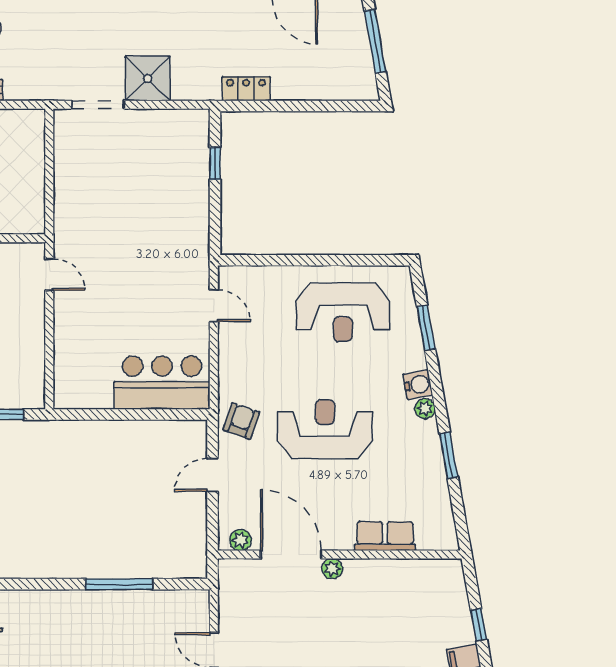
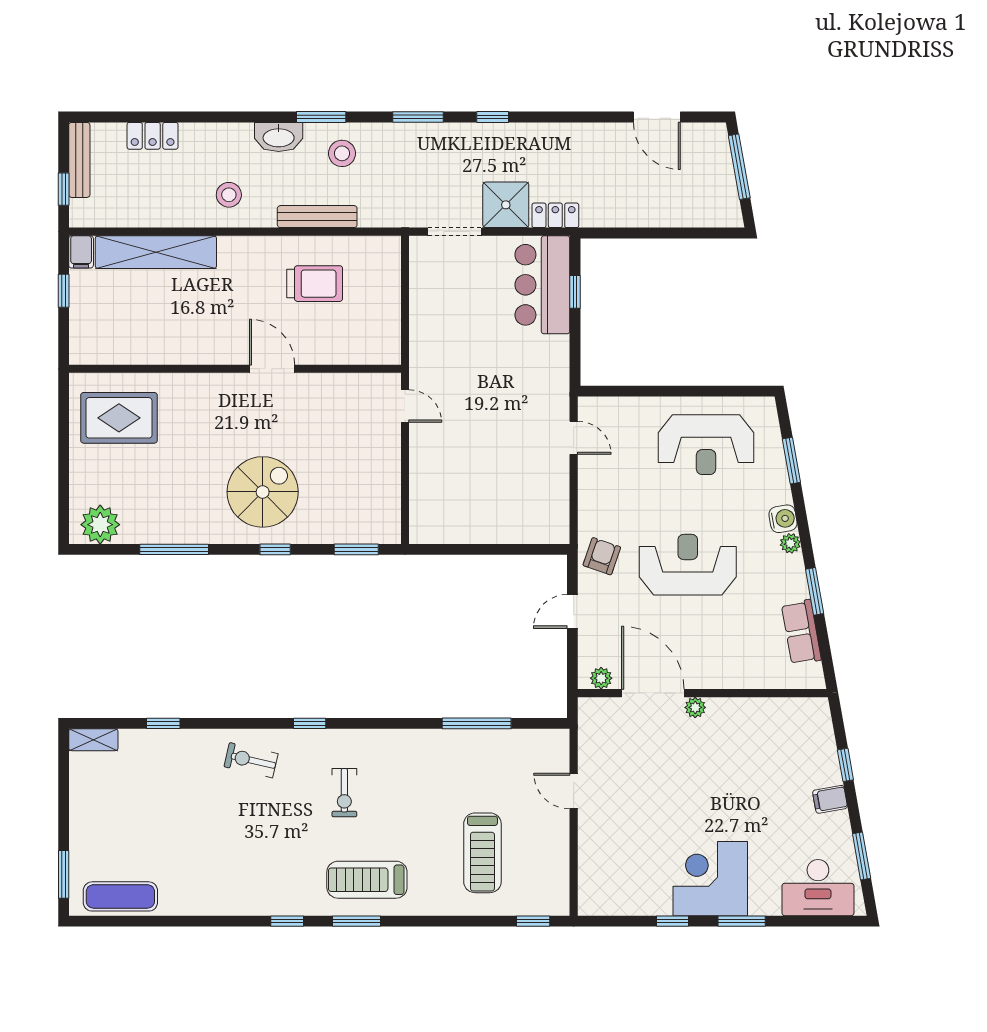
locker: (246, 89) -> (555, 215), moved
bar counter: (162, 383) -> (542, 285), moved, turned -90
row of seats: (385, 536) -> (801, 632), moved, turned -100

